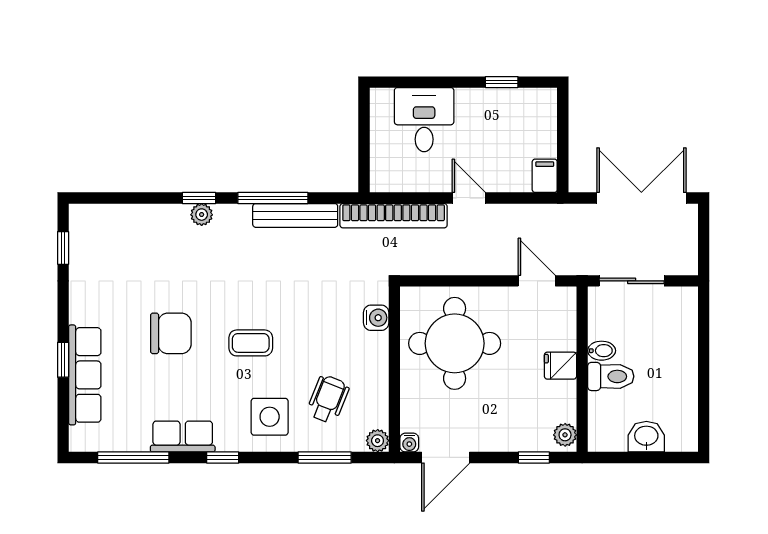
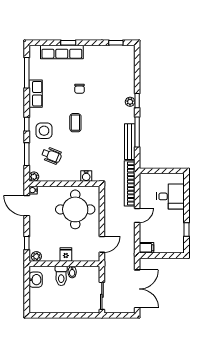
sliding door: (632, 281) -> (102, 296), moved
chair: (171, 333) -> (79, 89), width x0.54, depth x0.54
washbasin: (646, 437) -> (36, 280), moved
window: (223, 457) -> (27, 124), moved

